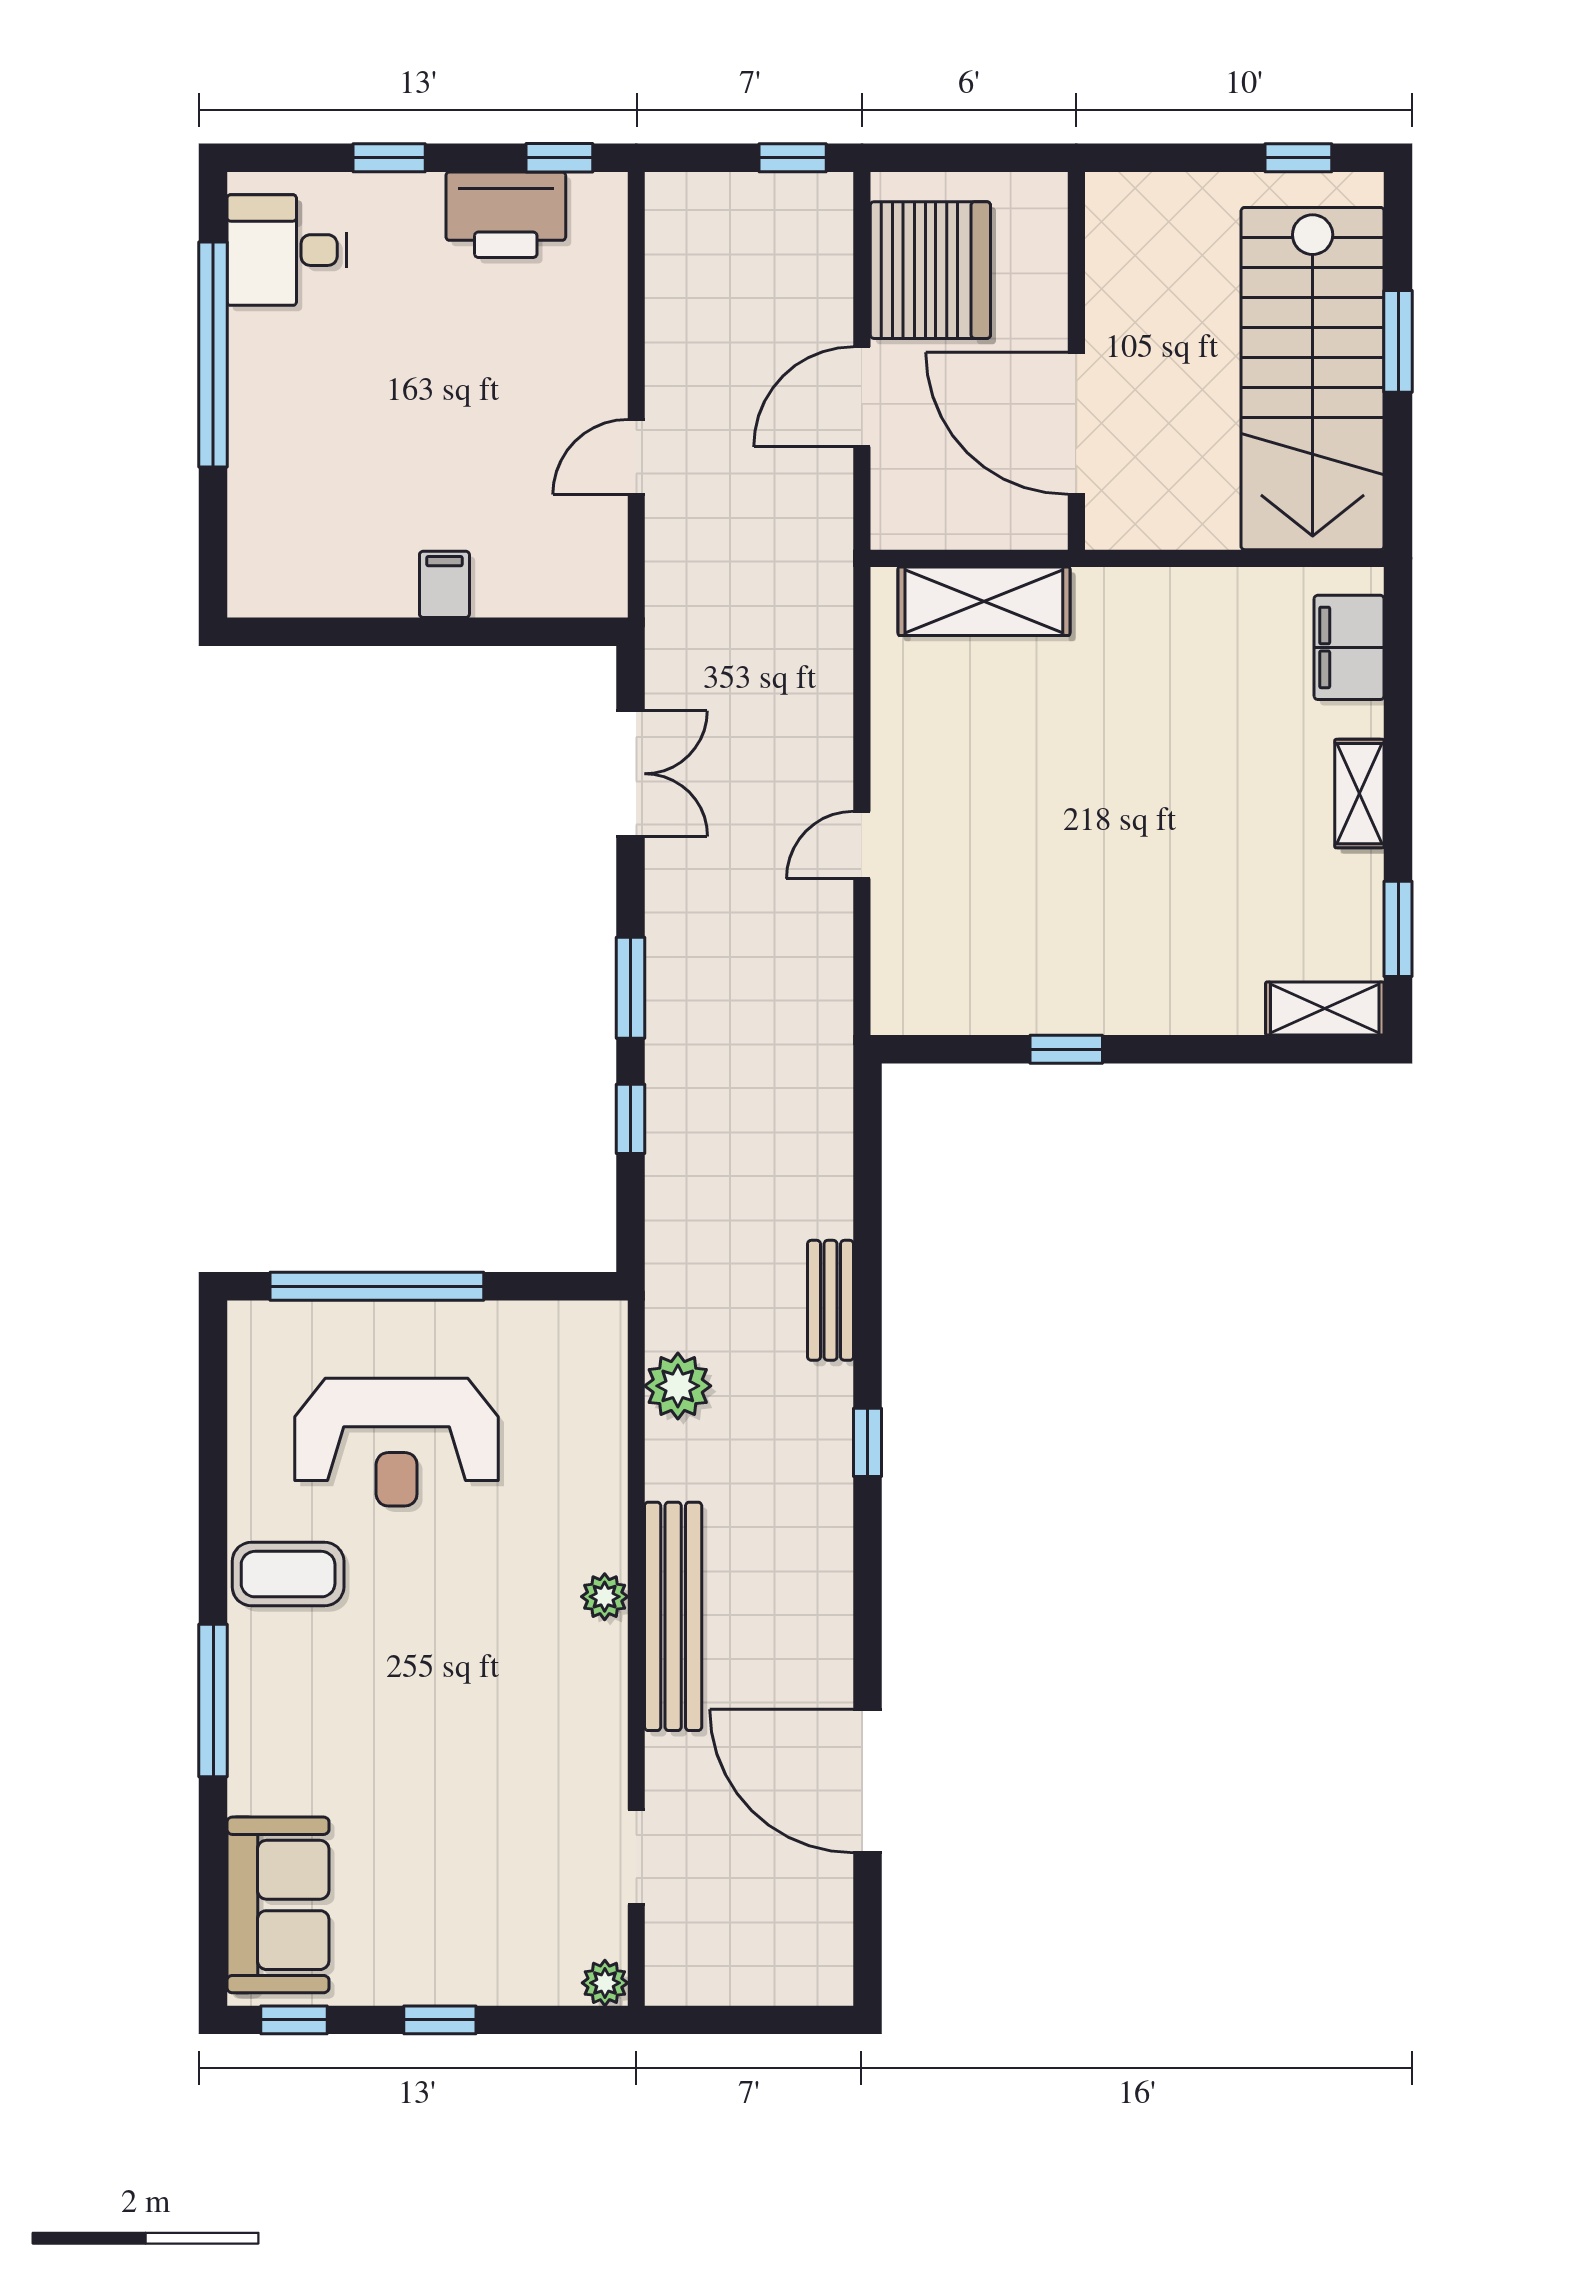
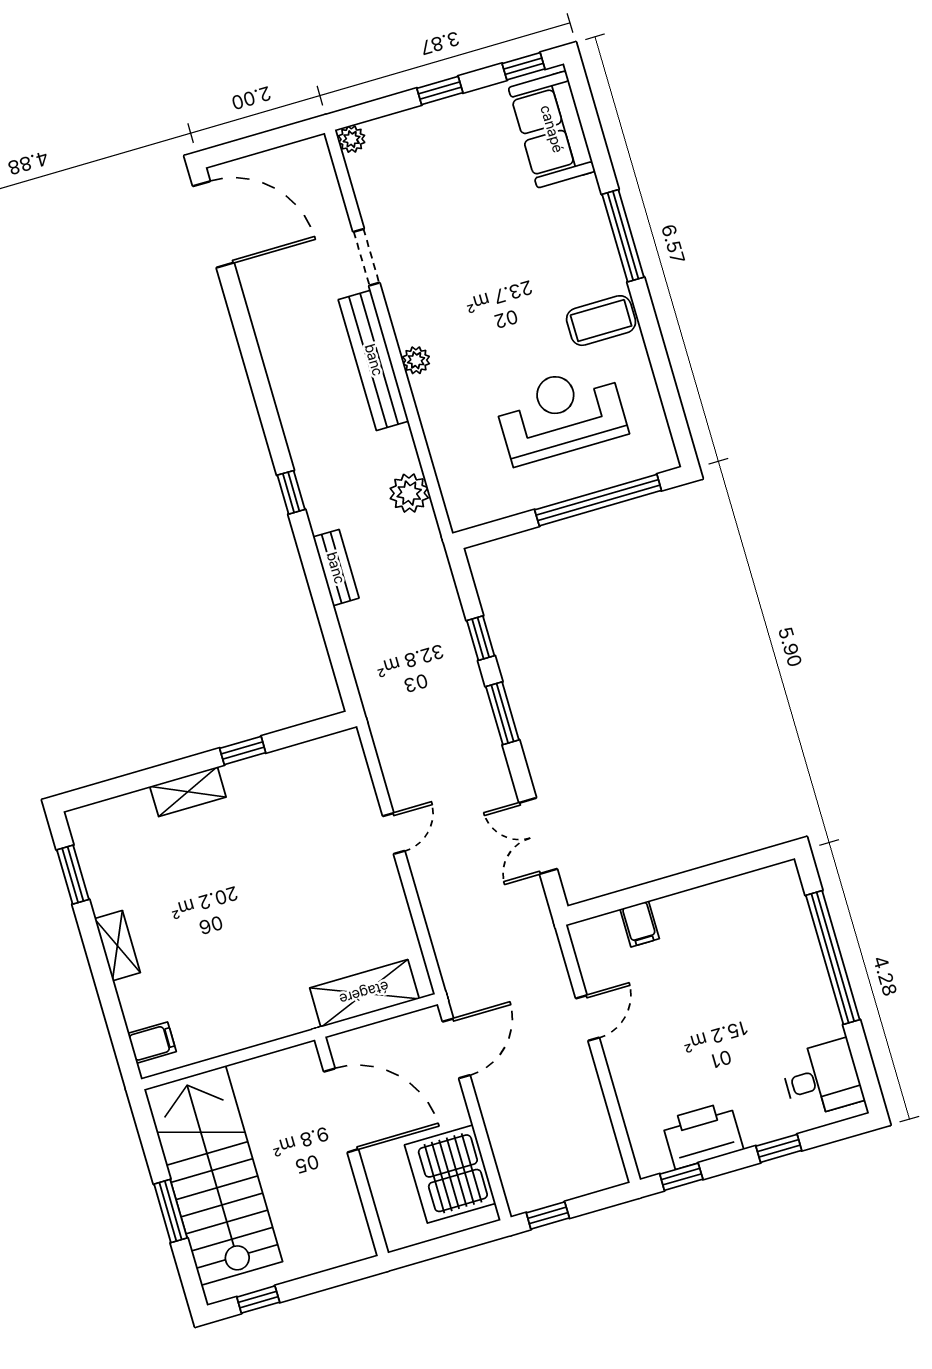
window: (213, 354) -> (833, 957), moved
door: (862, 397) -> (456, 1048), moved
filing cabinet: (444, 584) -> (640, 924), moved
filing cabinet: (1349, 647) -> (152, 1043), width x0.50
shelving: (1325, 1009) -> (188, 792), moved
door: (868, 1781) -> (213, 224), moved
doorway: (636, 1857) -> (366, 257), moved

